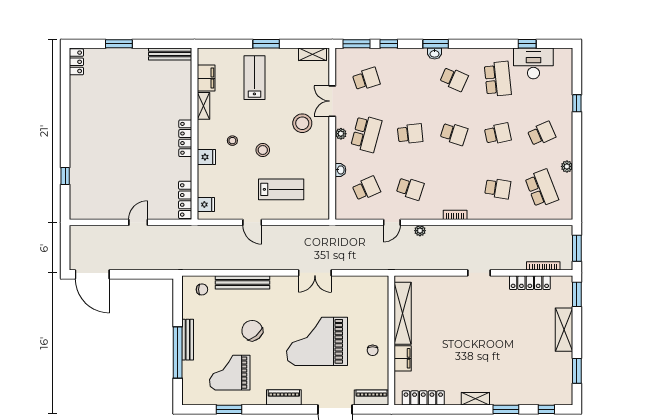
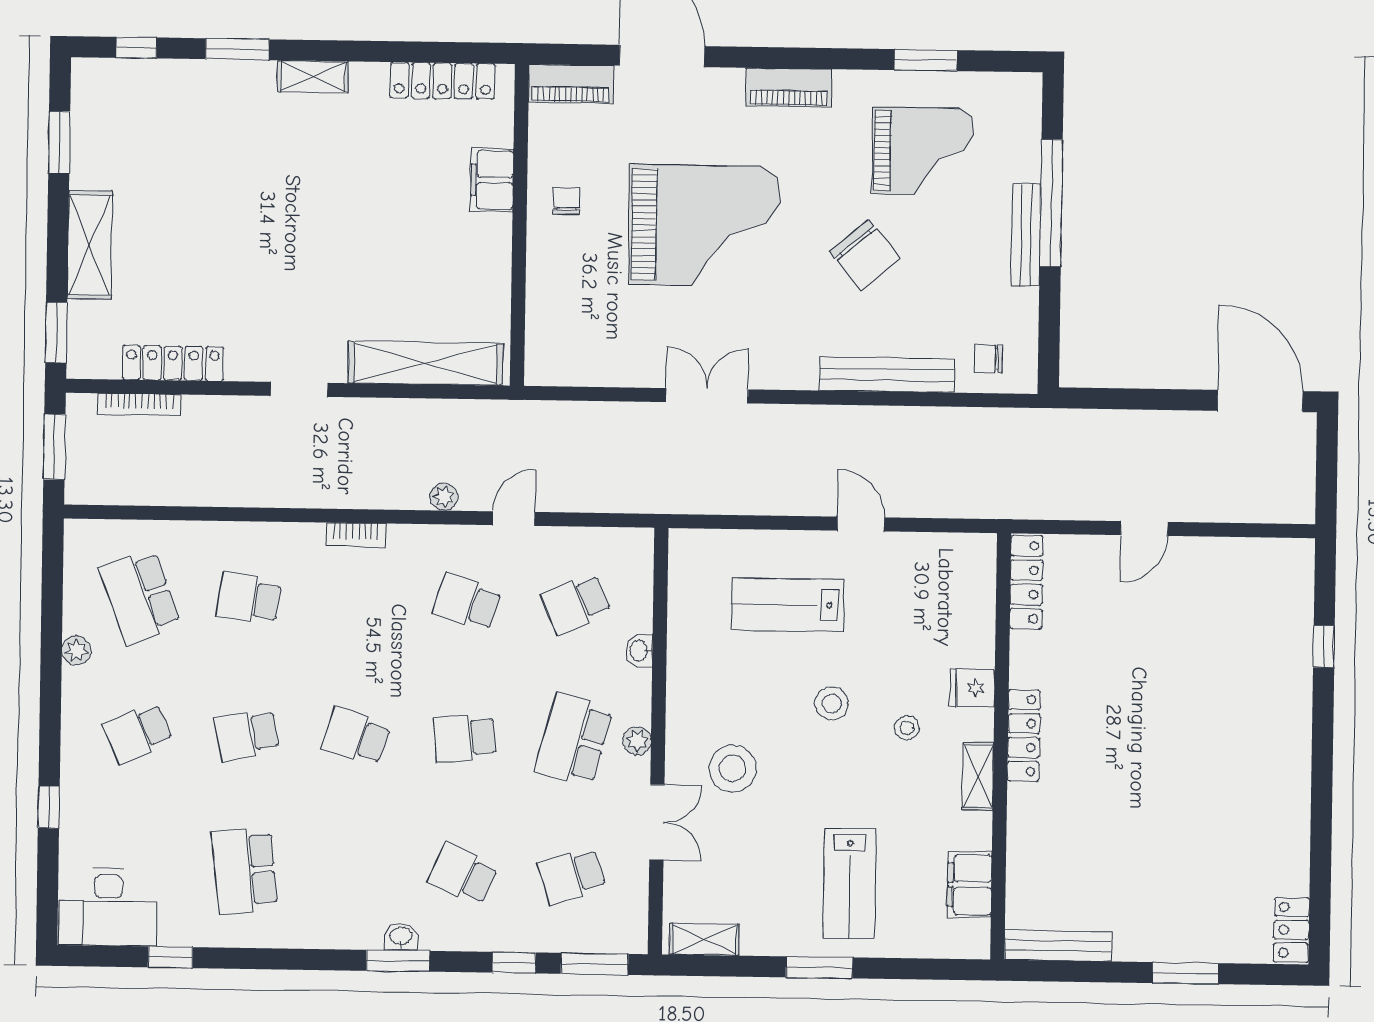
desk: (533, 63) -> (108, 907), moved
school desk: (454, 79) -> (463, 874), moved
shelving: (203, 106) -> (978, 776), moved
fridge: (206, 205) -> (975, 570), removed
shelving: (403, 313) -> (426, 363), moved, turned 90

